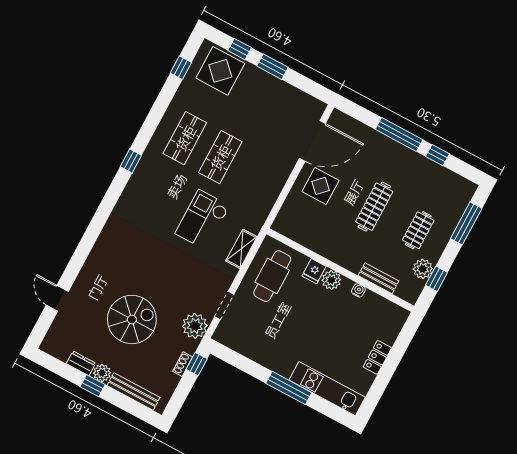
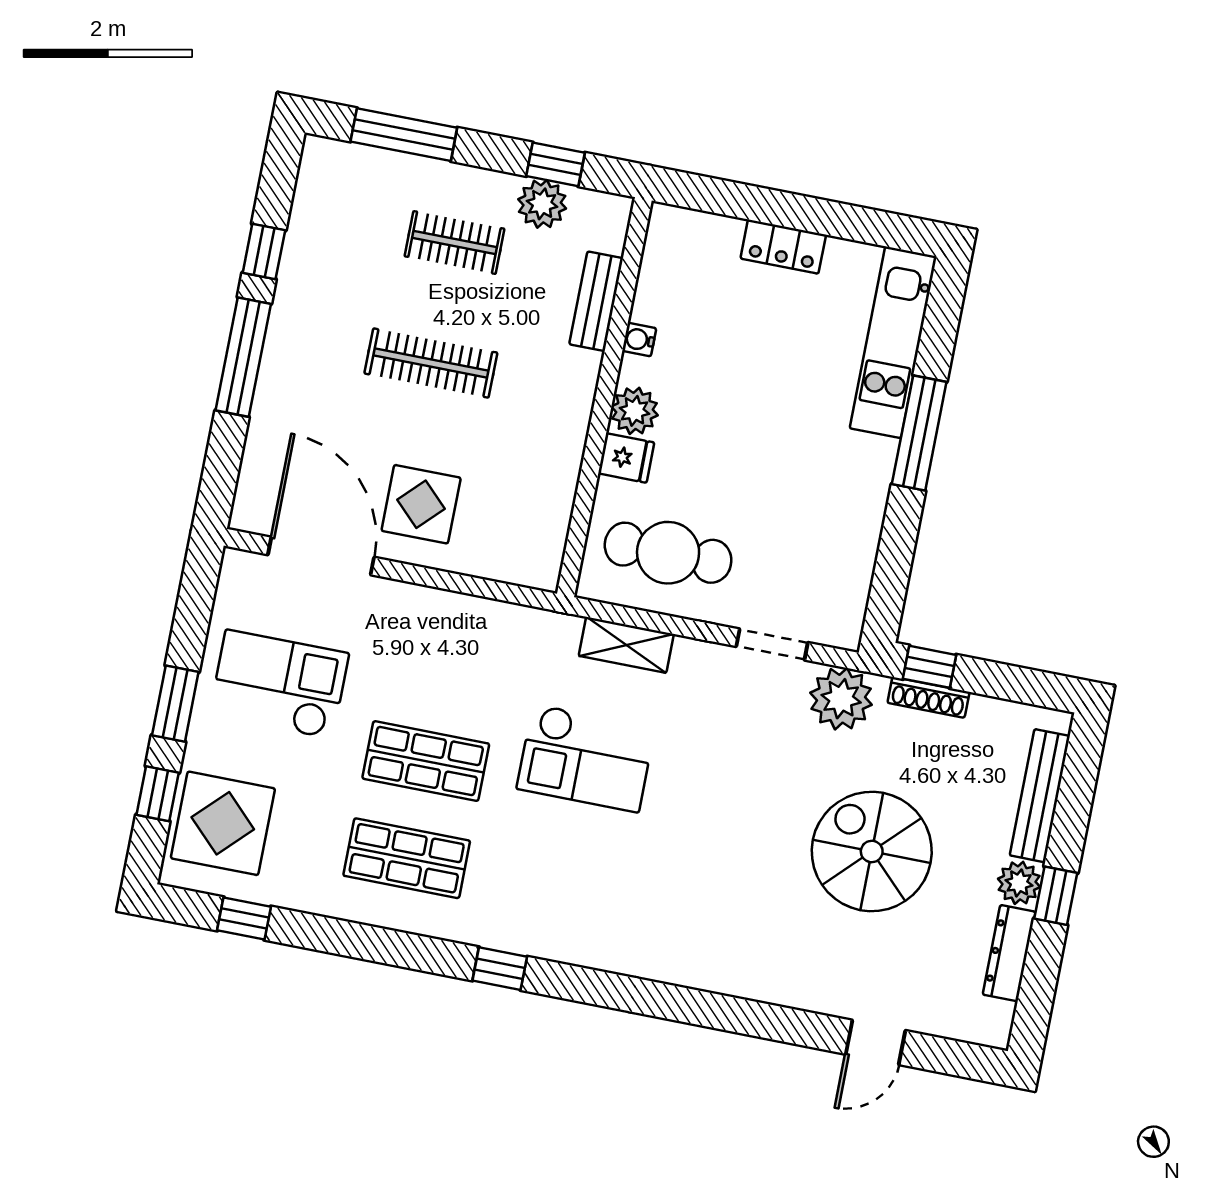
checkout: (268, 109) -> (279, 684), added
dresser: (81, 363) -> (1009, 953), width x1.44
shoe rack: (183, 364) -> (928, 697), width x1.43

